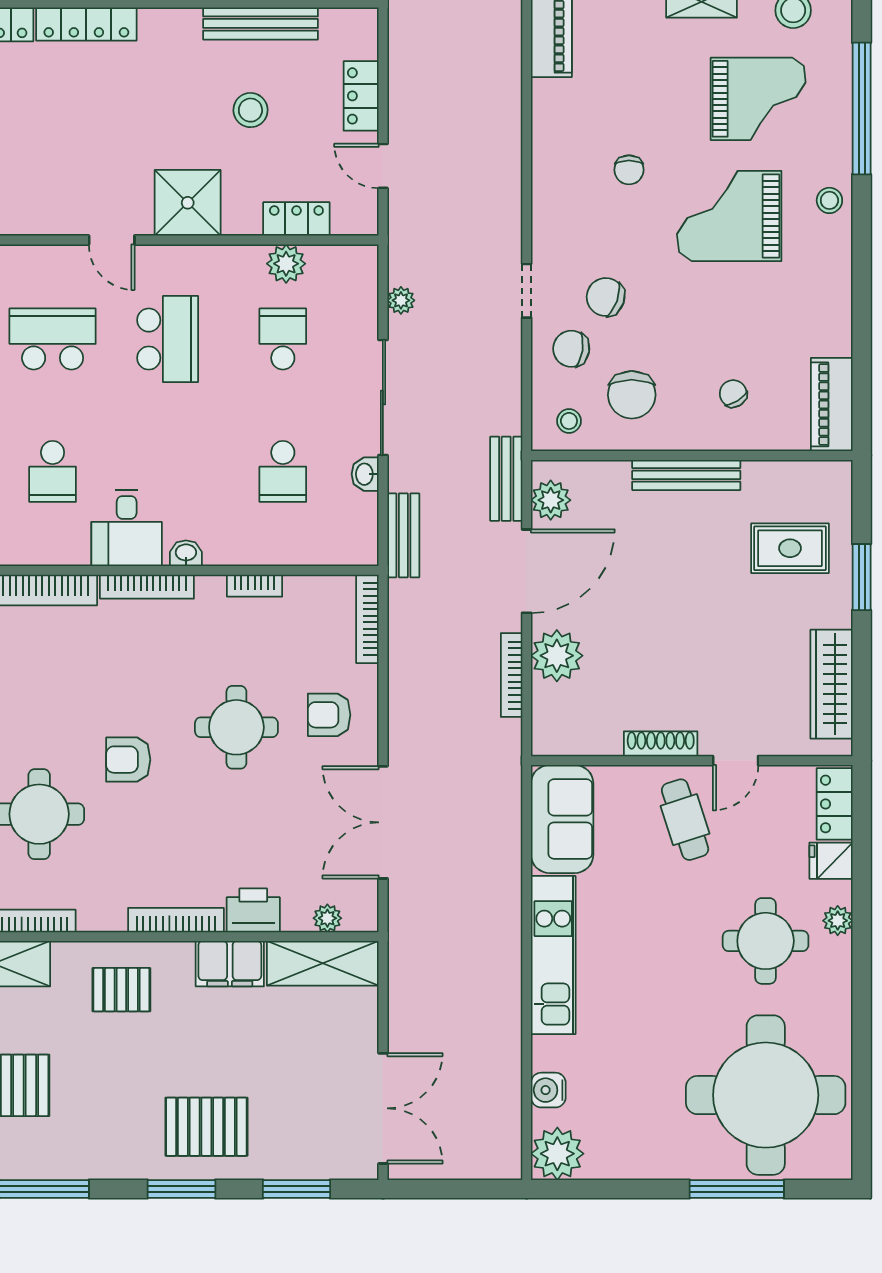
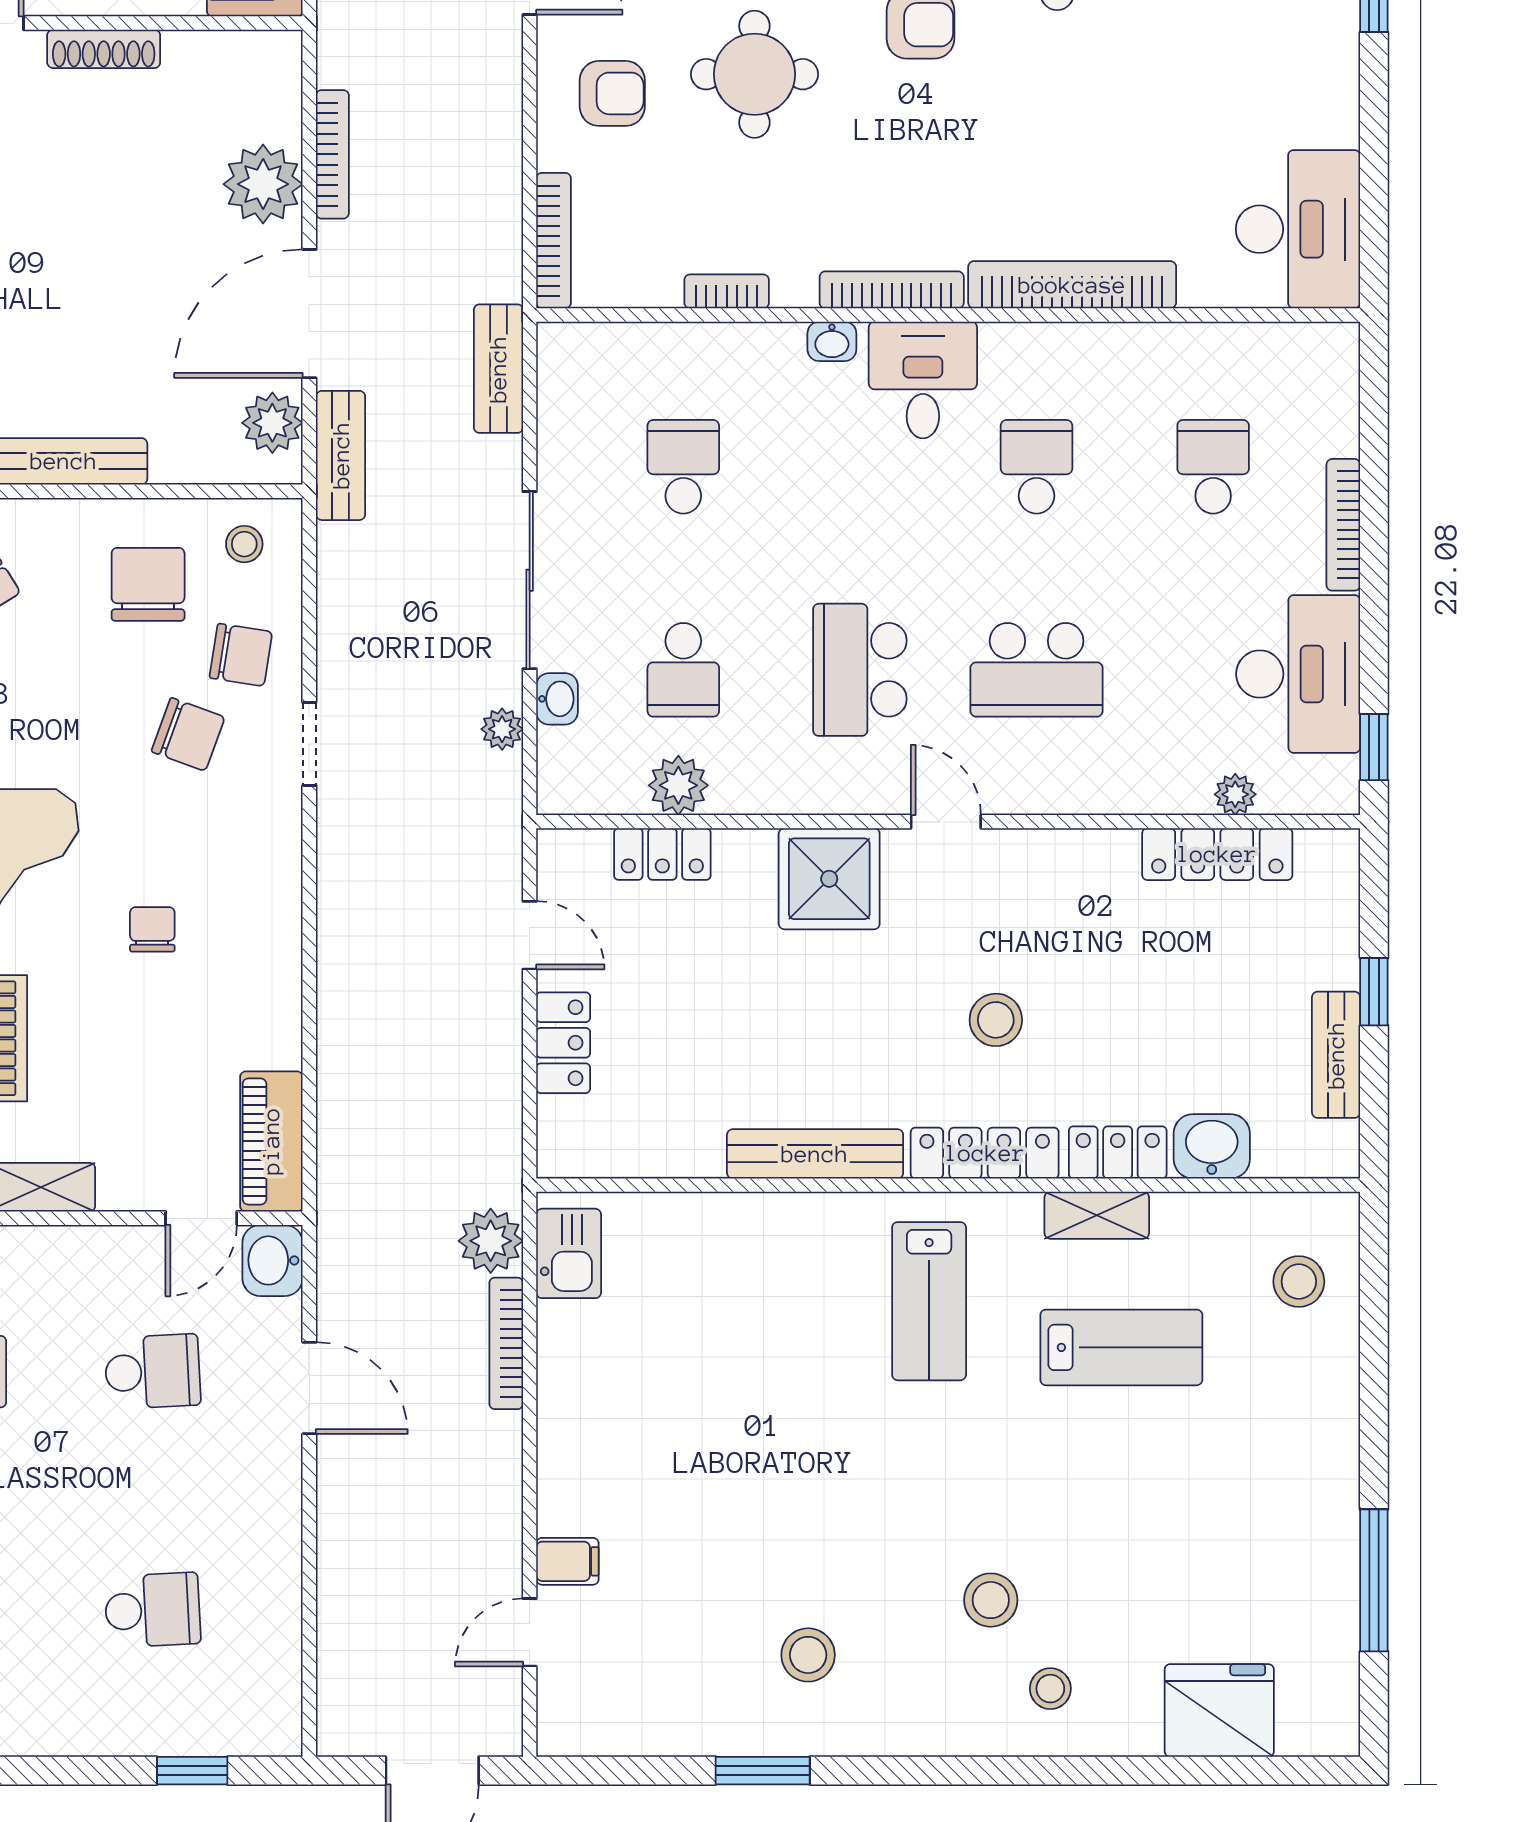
bench: (260, 23) -> (815, 1154), moved
stool: (250, 110) -> (996, 1020), moved
washbasin: (365, 474) -> (557, 699), moved

